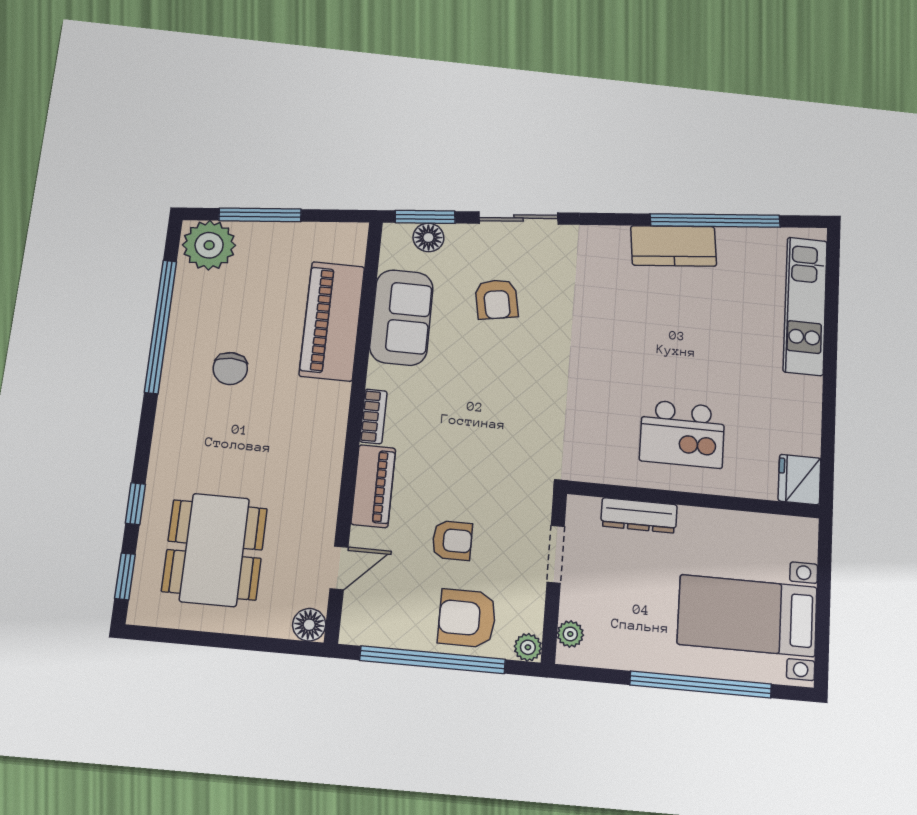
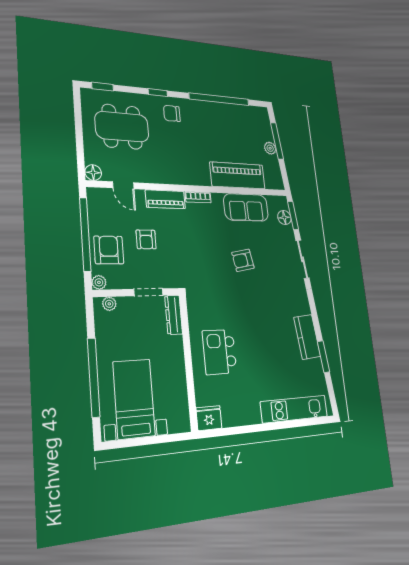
window: (715, 220) -> (323, 357), width x0.47
plant: (209, 245) -> (270, 148), moved, width x0.53, depth x0.53
armchair: (497, 299) -> (243, 260), moved
chair: (230, 369) -> (172, 113), moved
window: (135, 504) -> (158, 93), moved
dresser: (639, 515) -> (174, 315), moved

